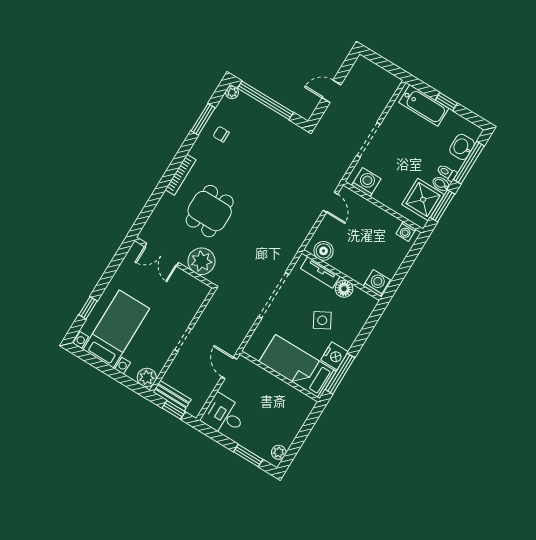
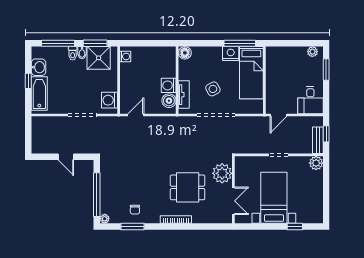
washbasin: (462, 147) -> (39, 67), moved, turned -90
washing machine: (377, 283) -> (169, 85), moved
floor lamp: (344, 289) -> (185, 53), moved
side table: (322, 320) -> (213, 89), moved
bed with nightstands: (116, 329) -> (274, 198), moved, turned 90

